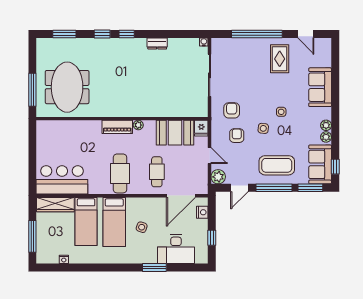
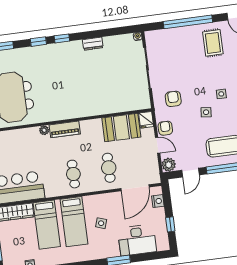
plant: (138, 125) -> (44, 130), moved
armchair: (237, 136) -> (165, 128), moved
cafe table: (120, 173) -> (73, 174), width x0.73, depth x0.74

